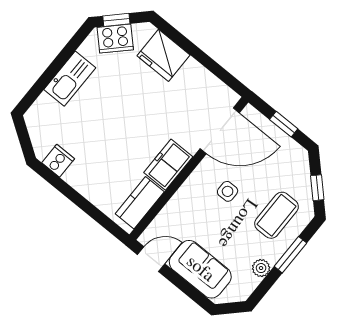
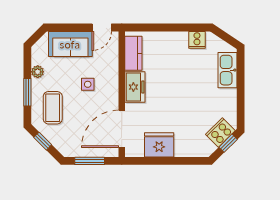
fridge: (164, 55) -> (159, 145), moved
kitchen sink: (70, 79) -> (227, 70), moved
window: (284, 124) -> (90, 161), width x1.50
side table: (228, 191) -> (88, 84), moved

